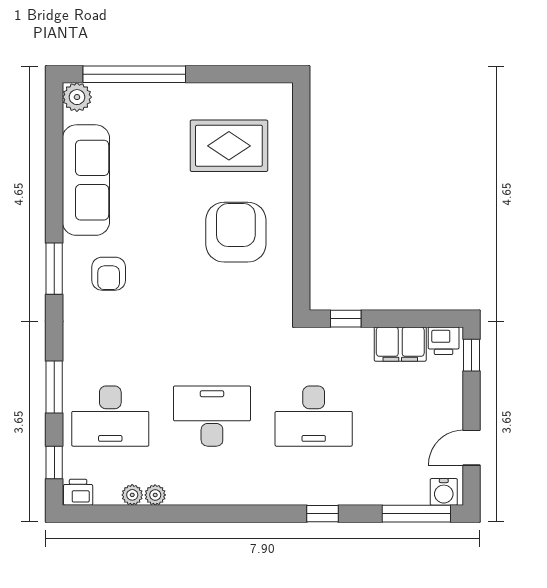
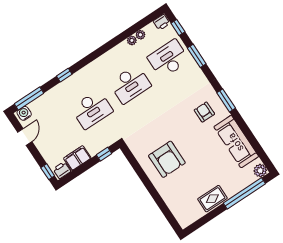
rug: (229, 146) -> (212, 199), moved, width x0.73, depth x0.70
desk: (314, 416) -> (92, 110), turned 180

